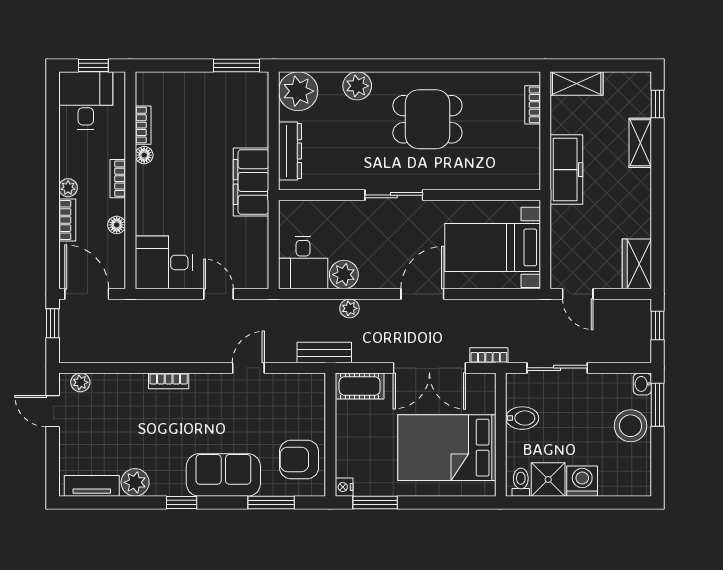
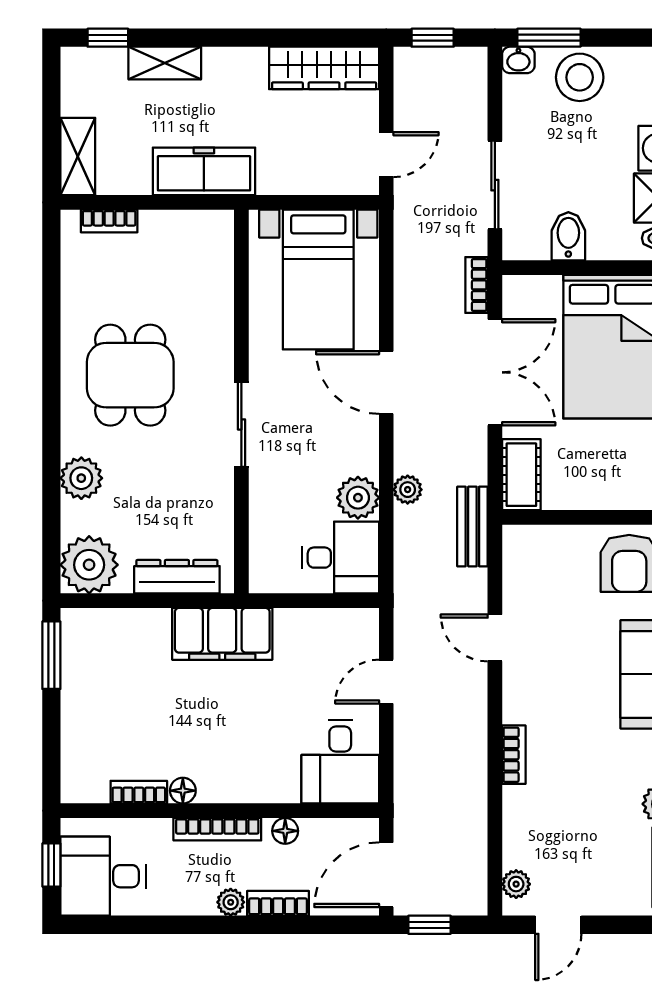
bookcase: (118, 179) -> (217, 829), width x1.56
wardrobe: (637, 264) -> (324, 68), width x1.50

